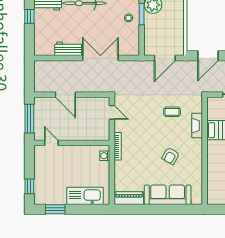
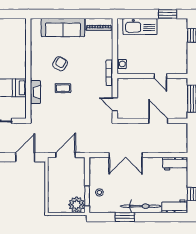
workbench: (68, 49) -> (175, 164), moved
coffee table: (172, 112) -> (63, 88), moved
door: (51, 143) -> (160, 76), moved

